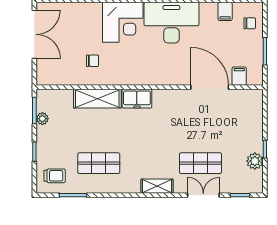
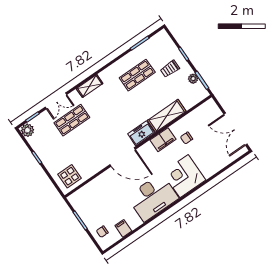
filing cabinet: (239, 76) -> (163, 140), moved, width x2.00
door: (210, 87) -> (123, 157), moved
display table: (244, 106) -> (70, 176), added
plant: (255, 161) -> (27, 130), moved
trolley: (55, 176) -> (170, 69), moved

